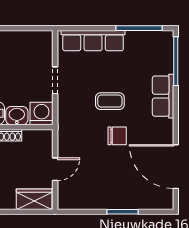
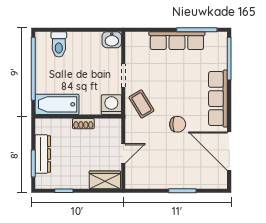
row of seats: (93, 41) -> (177, 41), moved
row of seats: (163, 96) -> (218, 99), width x1.48
coffee table: (110, 101) -> (141, 104), moved, turned 59
washbasin: (17, 116) -> (112, 40), moved, turned 180

